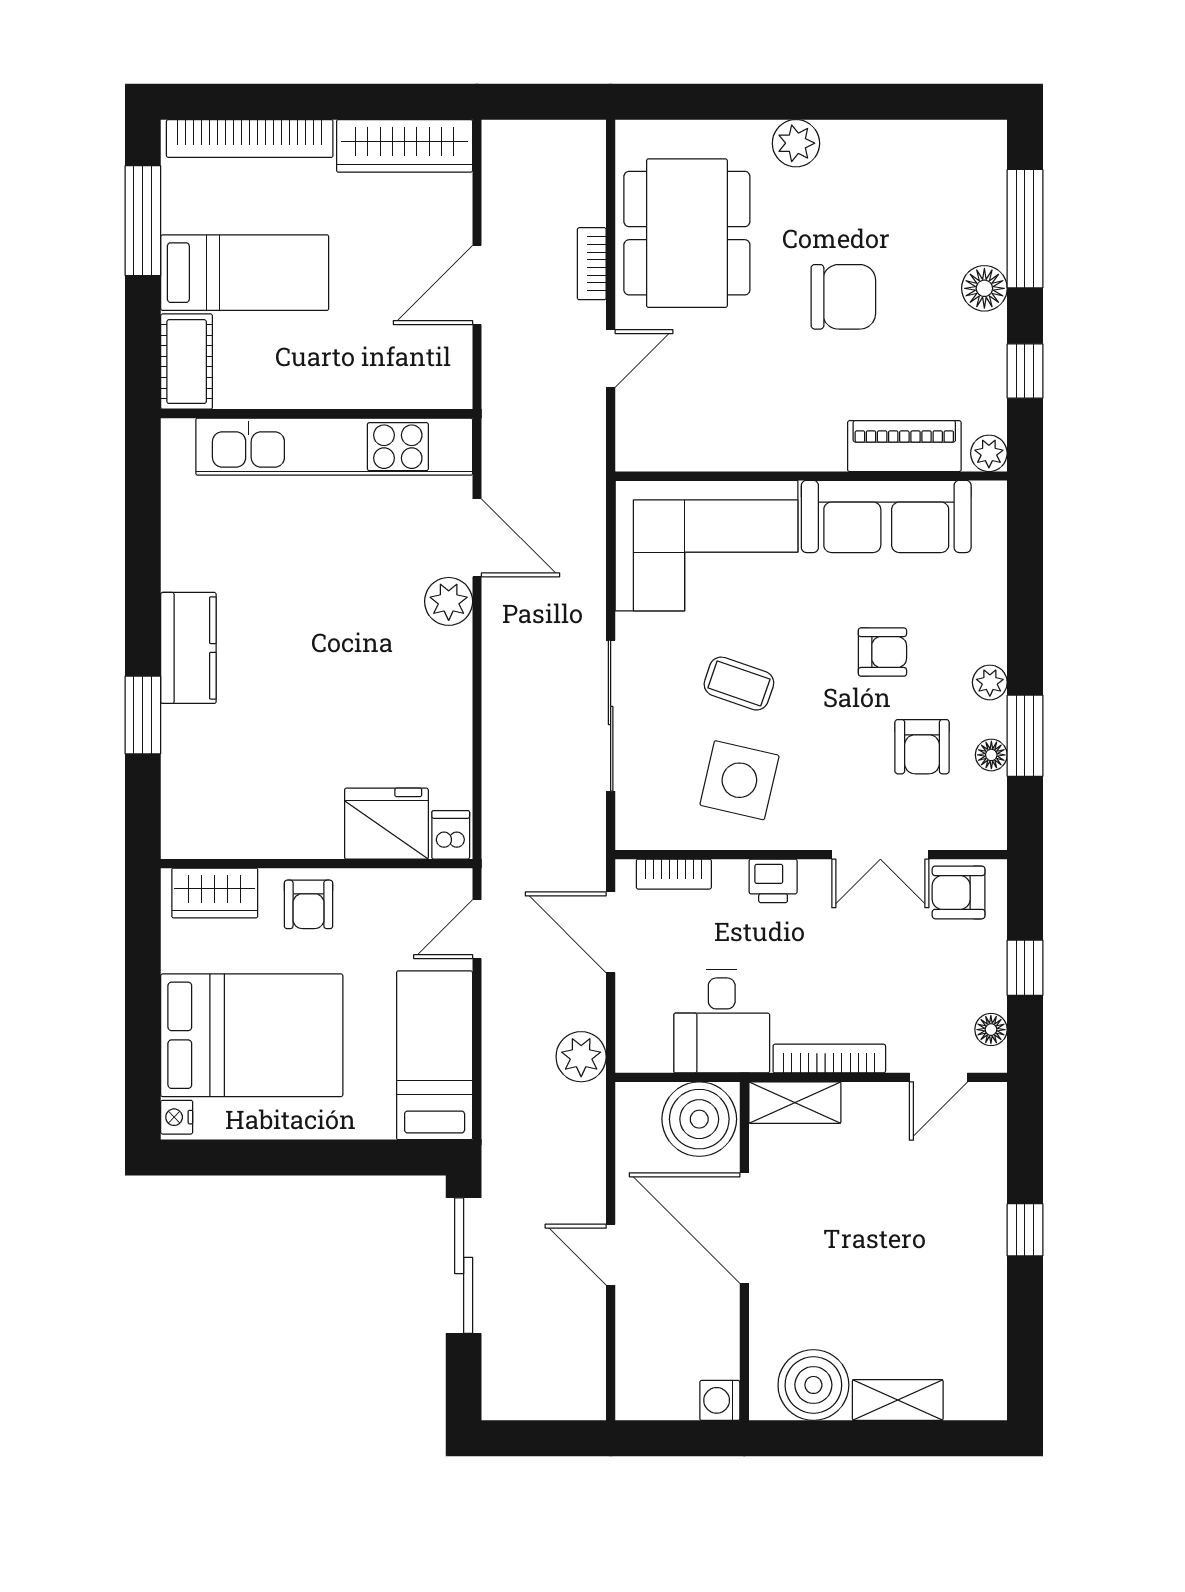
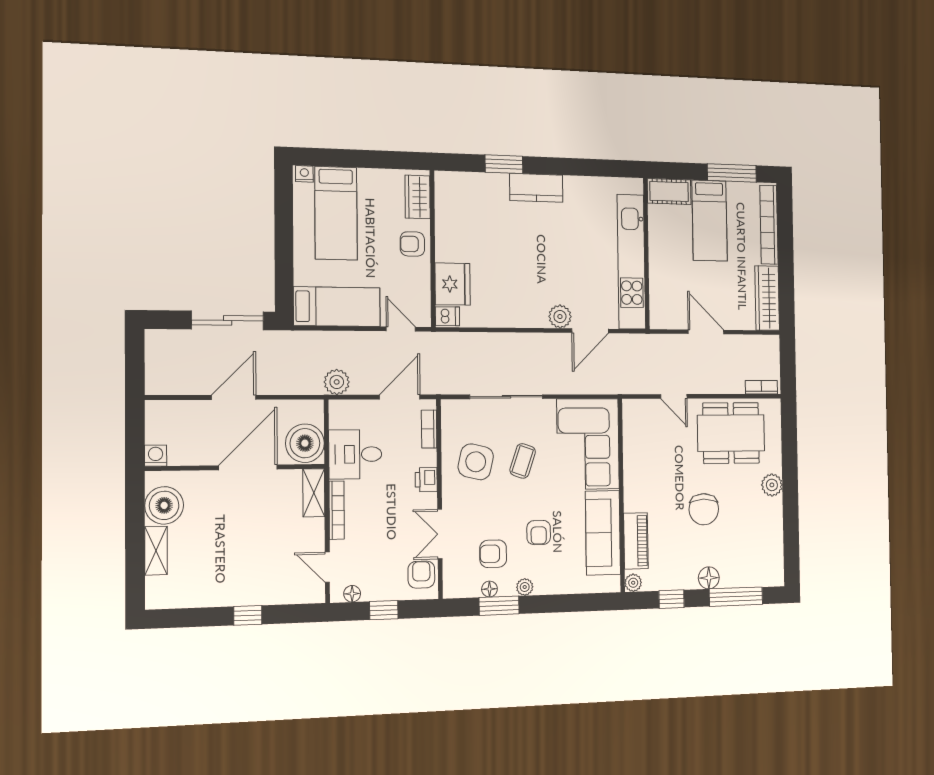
bookcase: (592, 264) -> (761, 387), moved
bed: (252, 1035) -> (336, 213), width x0.67
door: (611, 1255) -> (234, 397), width x1.37

